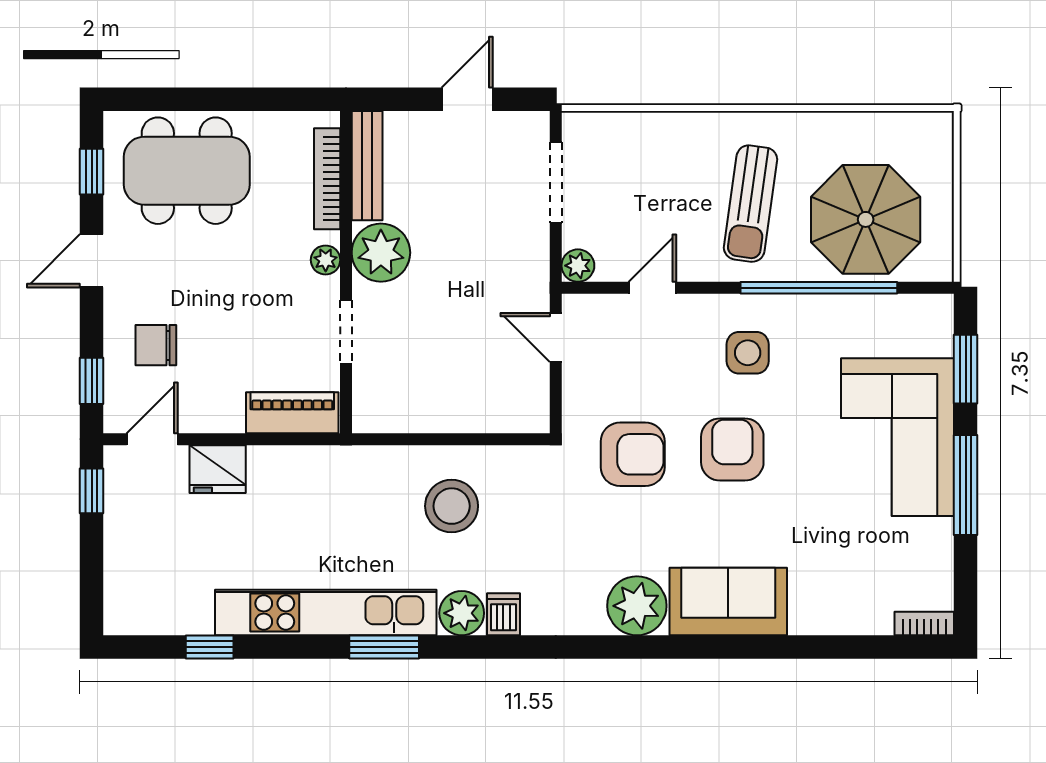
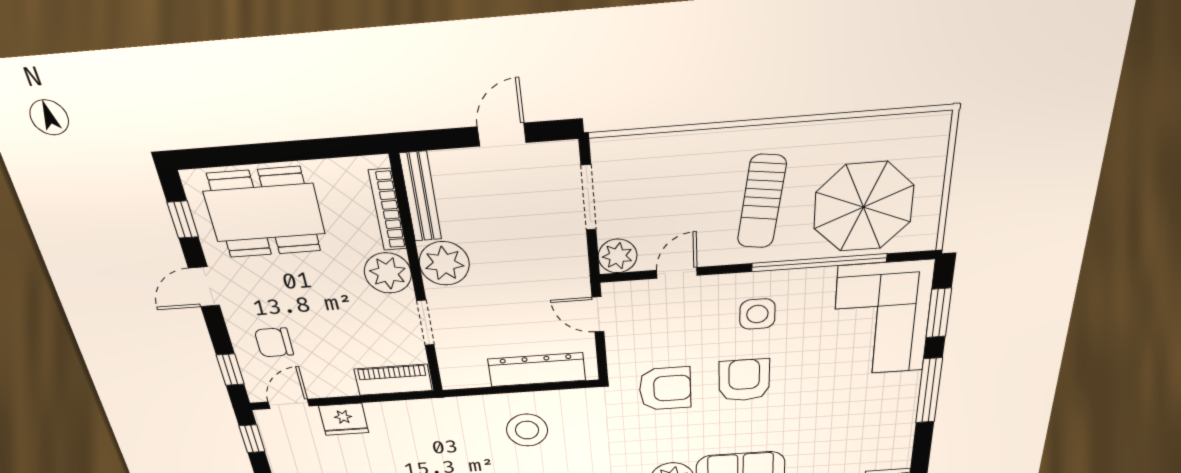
plant: (326, 260) -> (388, 273), width x1.87, depth x1.87
plant: (578, 266) -> (618, 256), width x1.38, depth x1.38
dresser: (474, 412) -> (537, 370), added
corner sofa: (898, 437) -> (881, 319), moved

